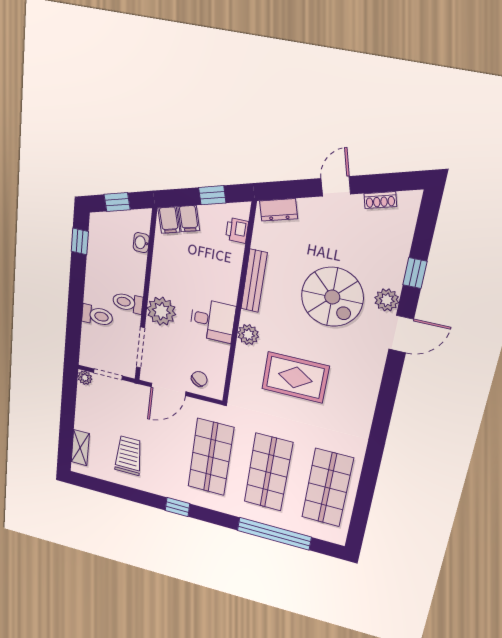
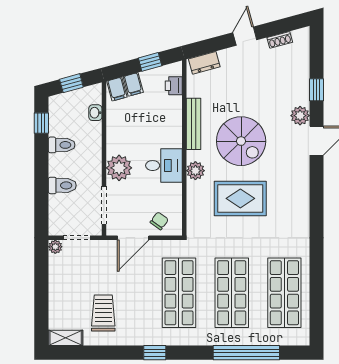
spiral stairs: (332, 297) -> (241, 141), moved
toilet: (128, 303) -> (62, 145), moved, turned 180
shelving: (80, 448) -> (66, 338), moved, turned 90

